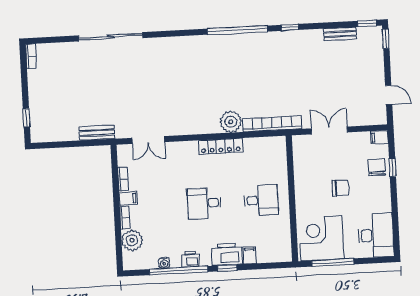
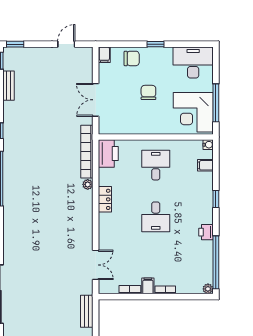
plant: (231, 122) -> (88, 184), width x0.53, depth x0.53
locker: (221, 146) -> (105, 199), width x0.66
window: (392, 167) -> (156, 44), moved
chair: (377, 168) -> (132, 58), turned 180
plant: (132, 240) -> (208, 289), moved, width x0.53, depth x0.53
printer: (227, 254) -> (108, 153), moved, turned 180
filing cabinet: (250, 255) -> (205, 165), moved
water cooler: (164, 263) -> (208, 145), moved
window: (179, 271) -> (216, 262), moved

